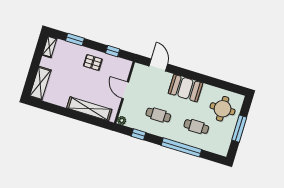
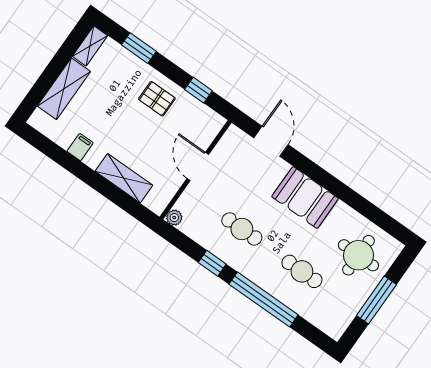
shelving: (40, 83) -> (64, 89), moved
filing cabinet: (62, 100) -> (80, 147), added
shelving: (89, 109) -> (124, 178), width x0.68
window: (138, 134) -> (212, 263), moved

